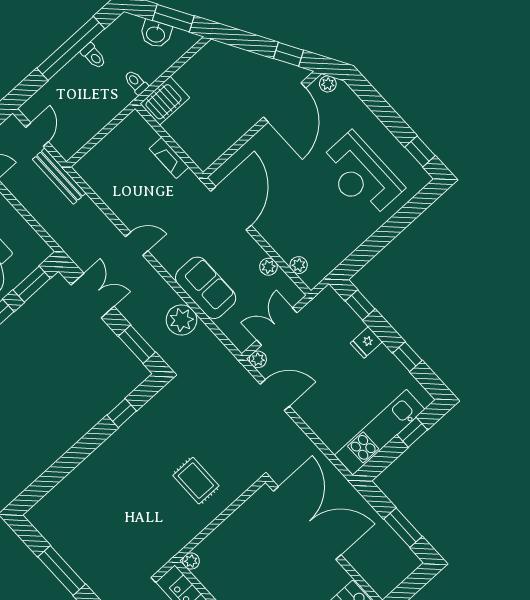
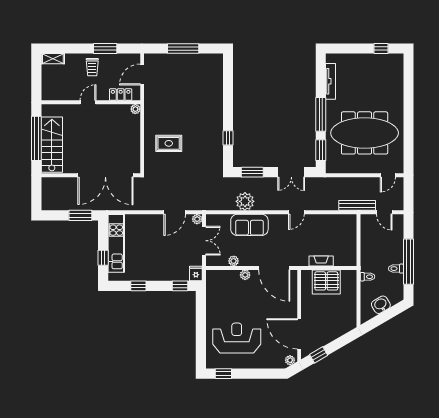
window: (173, 18) -> (381, 319), removed
server rack: (165, 101) -> (326, 282), moved, width x1.60
plant: (299, 265) -> (245, 275), moved
fridge: (366, 342) -> (196, 274), moved
window: (403, 528) -> (80, 215), moved

